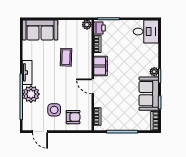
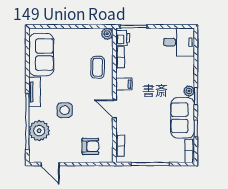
sofa: (40, 30) -> (41, 55), moved, turned -90
coffee table: (66, 57) -> (98, 67), moved
filing cabinet: (101, 66) -> (124, 84), width x0.50
plant: (31, 94) -> (39, 131), moved
side table: (54, 110) -> (65, 110), moved

